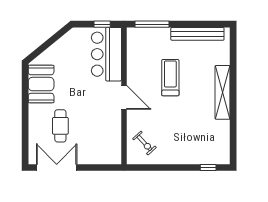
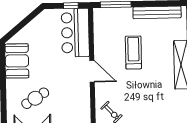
cafe table: (60, 126) -> (35, 98), turned 59

